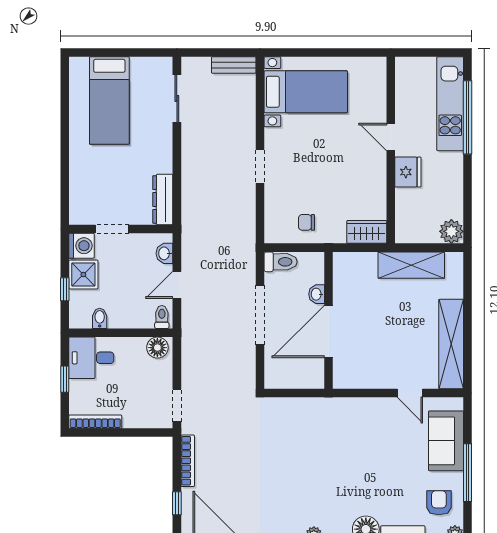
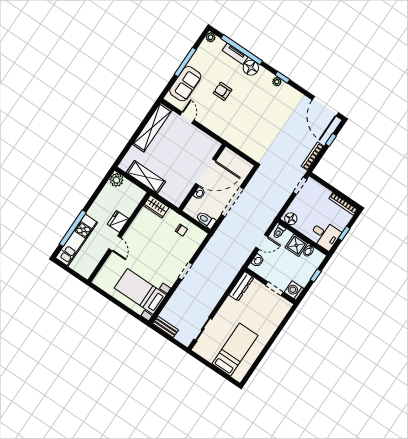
shower: (83, 274) -> (296, 245), moved
armchair: (439, 503) -> (223, 91), moved, turned 90

